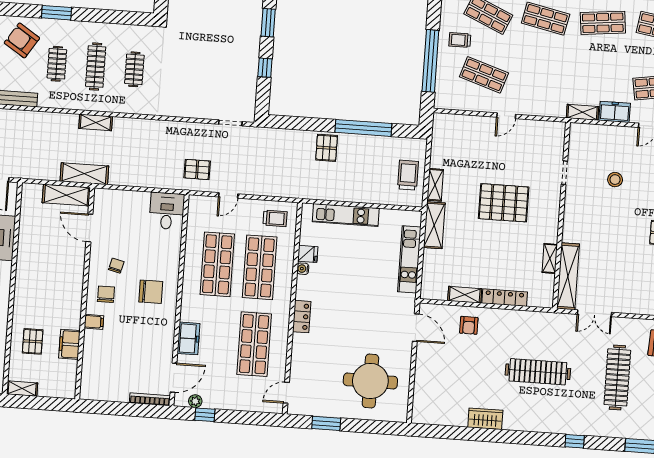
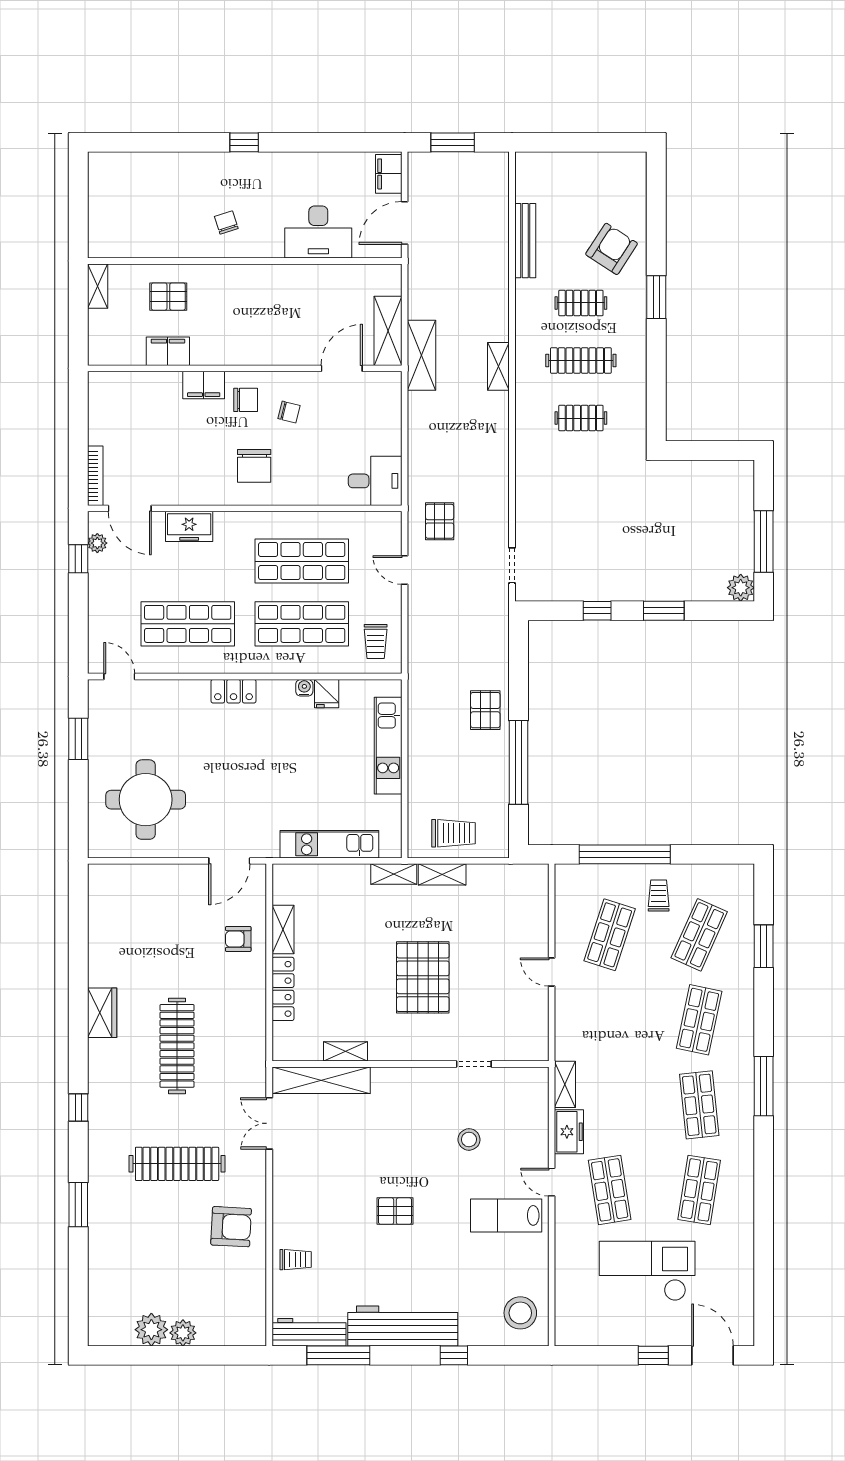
pallet: (327, 148) -> (485, 710), turned 90
shelving: (434, 225) -> (394, 874), width x0.67, depth x0.75
filing cabinet: (94, 322) -> (204, 385), width x2.00
wardrobe: (485, 419) -> (102, 1013), moved

